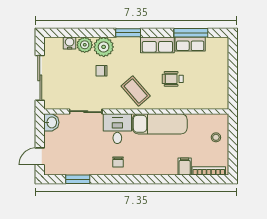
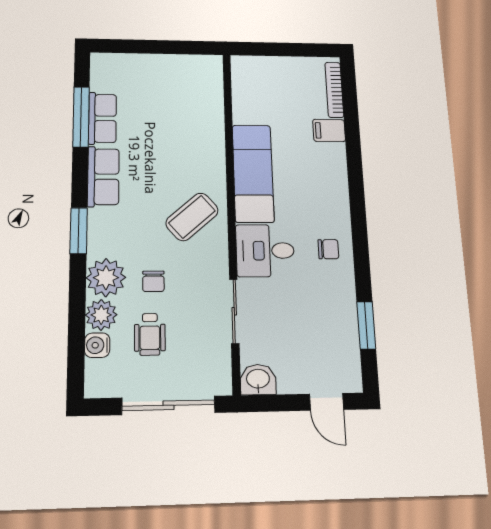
wheelchair: (173, 79) -> (150, 334), moved
stool: (216, 137) -> (274, 77), removed

